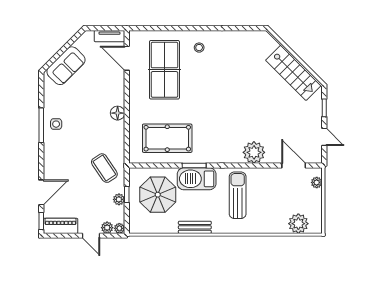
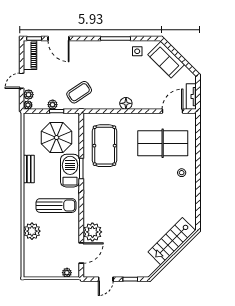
stairs: (293, 73) -> (172, 241), moved
side table: (56, 124) -> (137, 51), moved
plant: (254, 152) -> (92, 232), moved
plant: (298, 224) -> (32, 231), moved

